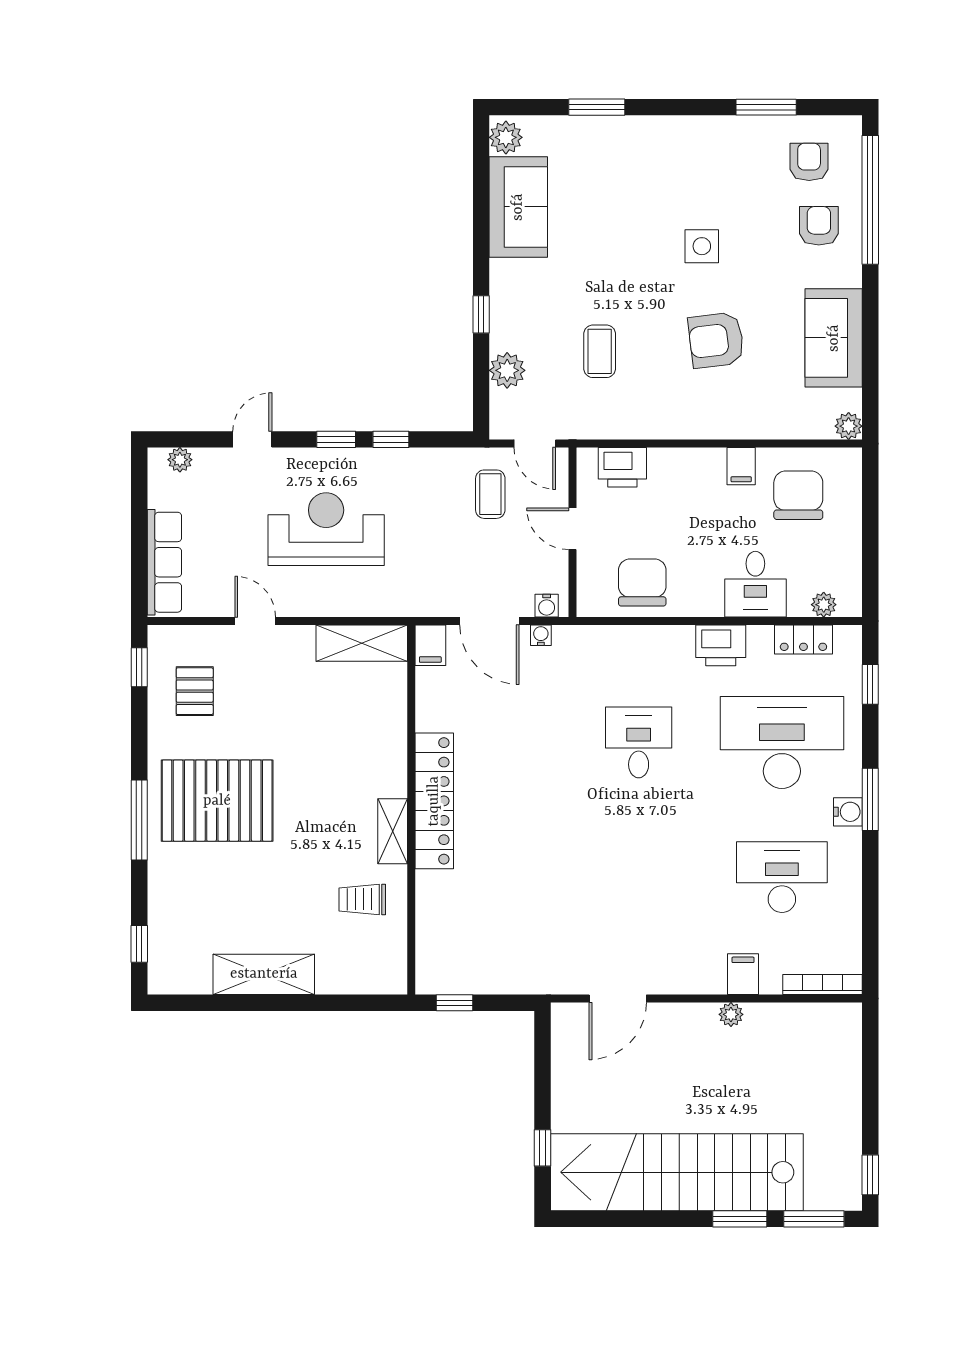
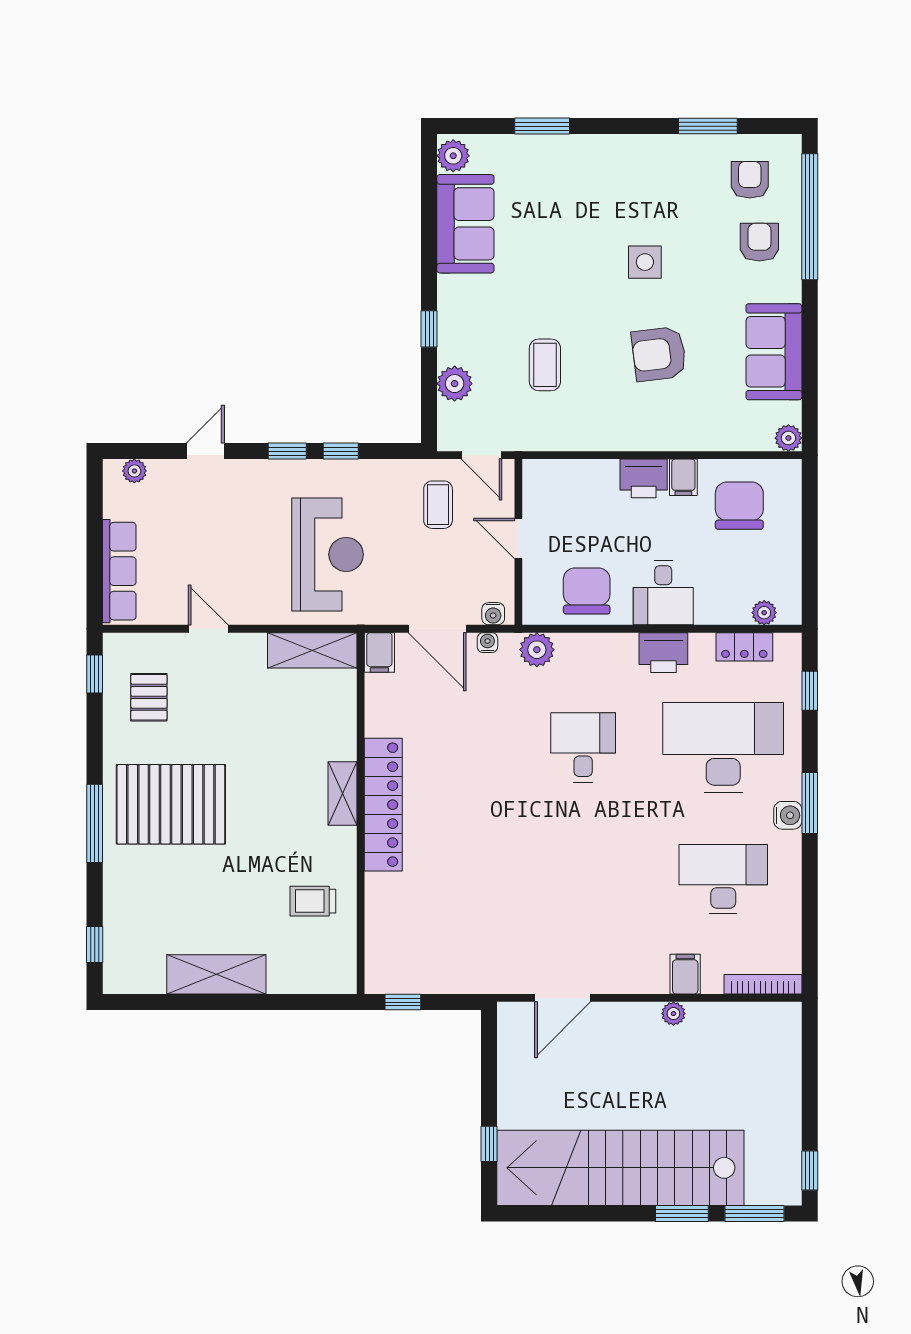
printer: (622, 467) -> (644, 478), moved
reception desk: (326, 529) -> (328, 554), moved, turned 90
desk: (755, 584) -> (663, 593), moved
plant: (591, 642) -> (537, 650), added
shelving: (393, 831) -> (342, 793), moved

